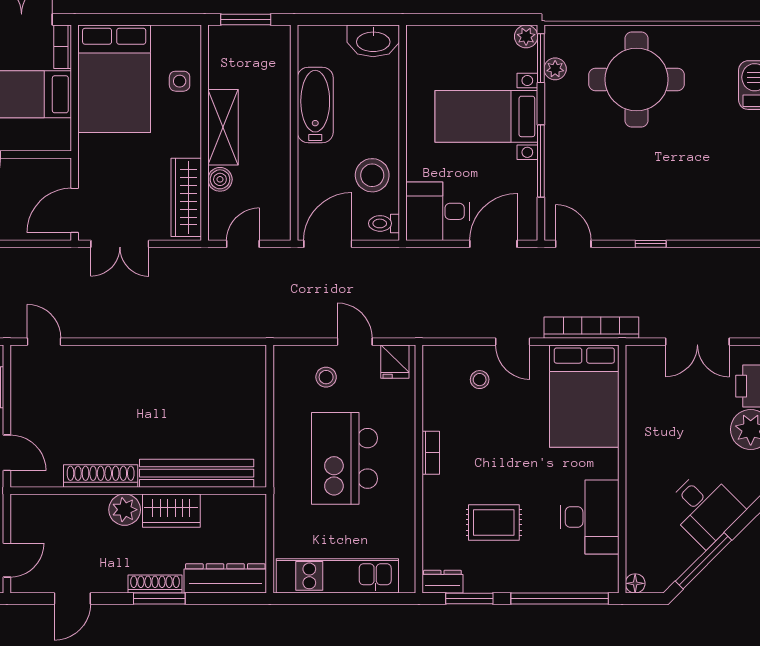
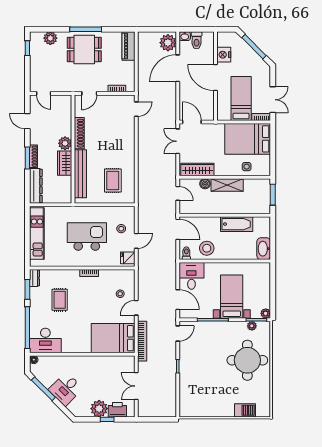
rug: (212, 397) -> (113, 180), added
desk: (590, 517) -> (45, 340), moved

